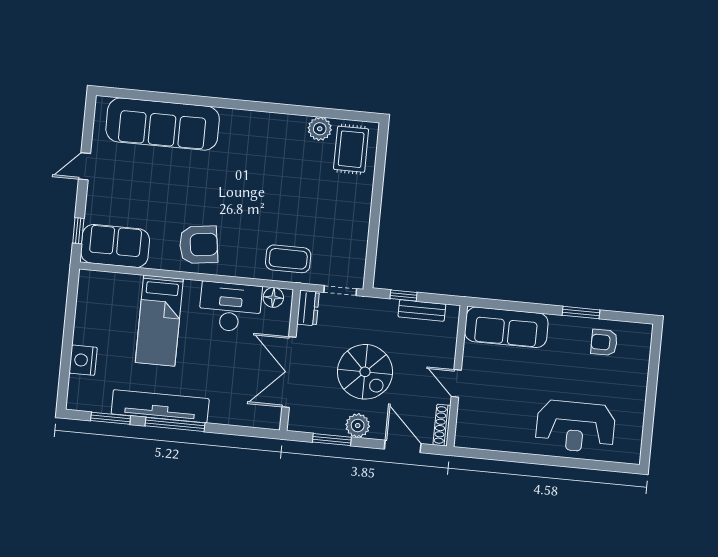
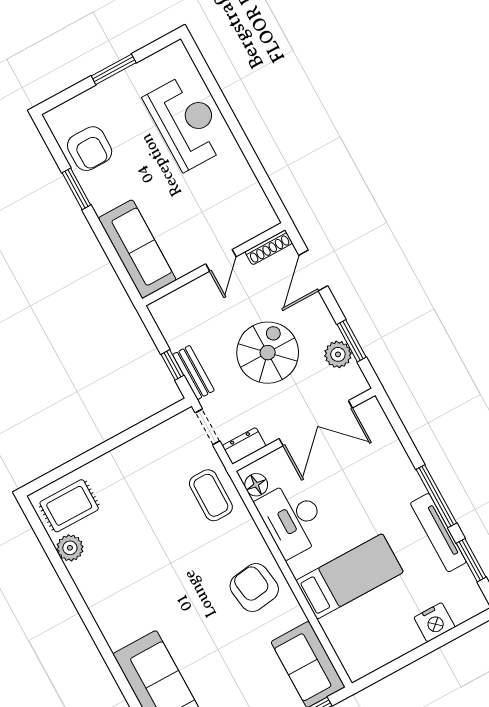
bench: (422, 311) -> (193, 373), moved
armchair: (604, 342) -> (90, 149), width x1.38, depth x1.38
window: (650, 400) -> (114, 69), added
tv unit: (160, 406) -> (438, 533), width x0.73, depth x0.78
plant: (358, 425) -> (338, 354), moved

